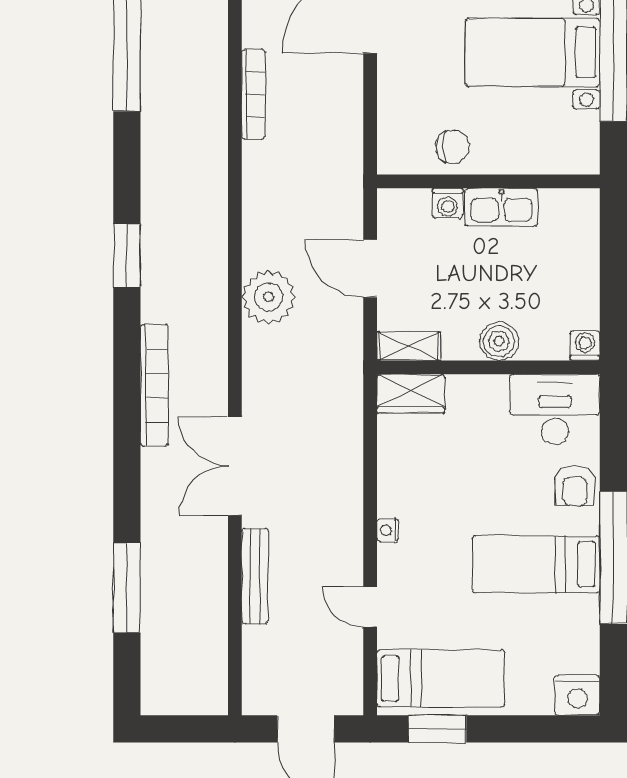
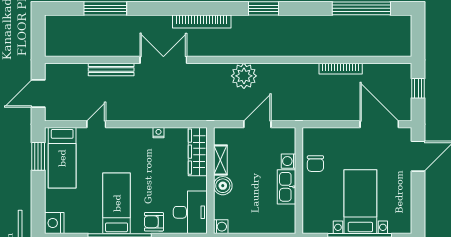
shelving: (409, 346) -> (220, 160), moved
wardrobe: (411, 394) -> (198, 152), width x1.50
nightstand: (388, 530) -> (158, 133), moved

